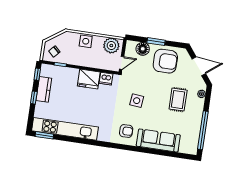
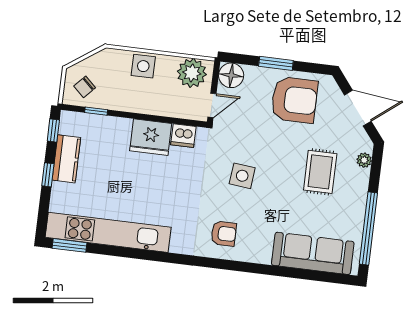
floor lamp: (143, 49) -> (231, 75), moved
sofa: (158, 140) -> (313, 253), moved

